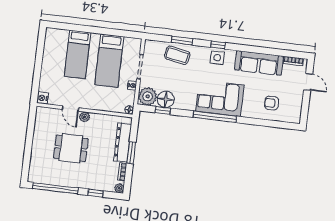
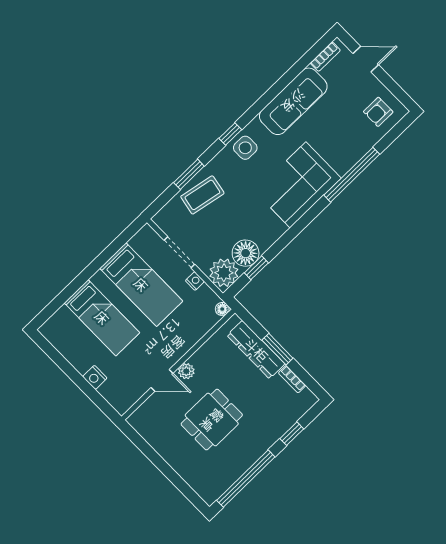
nightstand: (43, 98) -> (95, 377), moved
armchair: (272, 103) -> (378, 112), moved
window: (215, 117) -> (352, 175), moved
plant: (119, 188) -> (309, 399), removed

